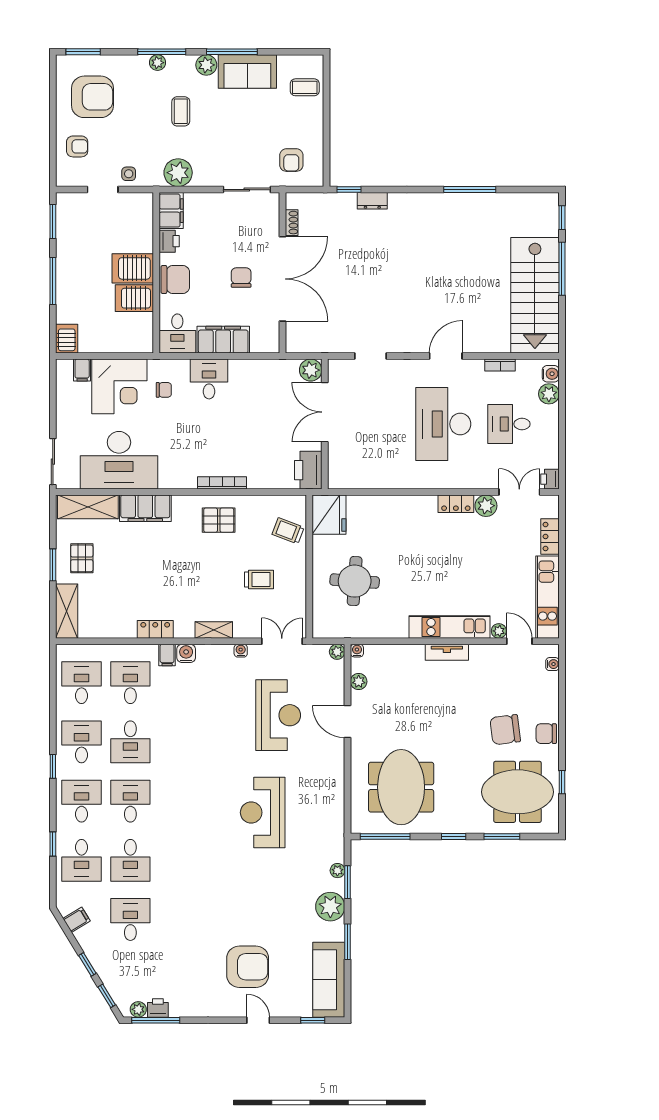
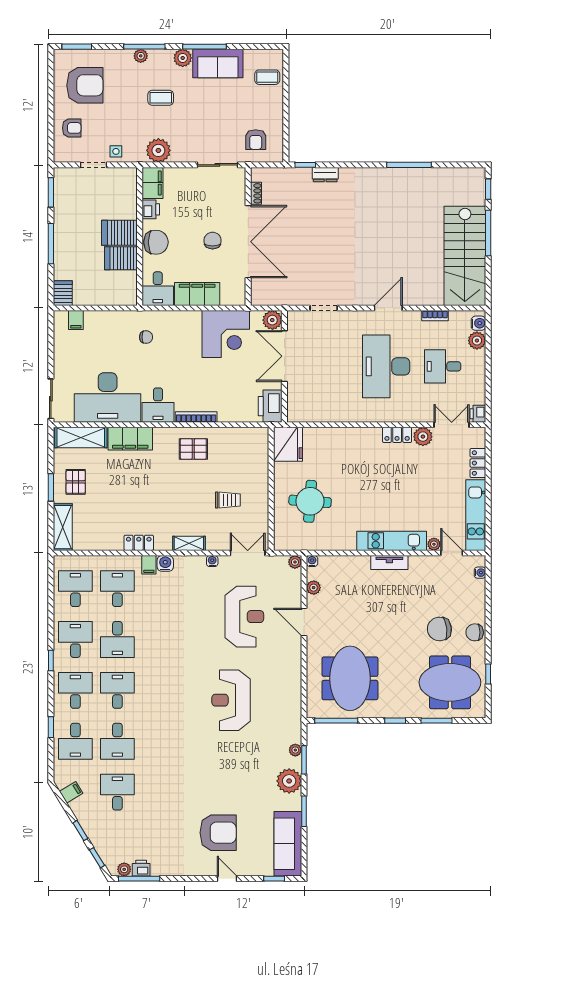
coffee table: (181, 111) -> (161, 98), turned 90
desk: (209, 379) -> (158, 405), moved, turned 180
corner desk: (119, 386) -> (226, 334), moved
trolley: (288, 531) -> (253, 458), removed

